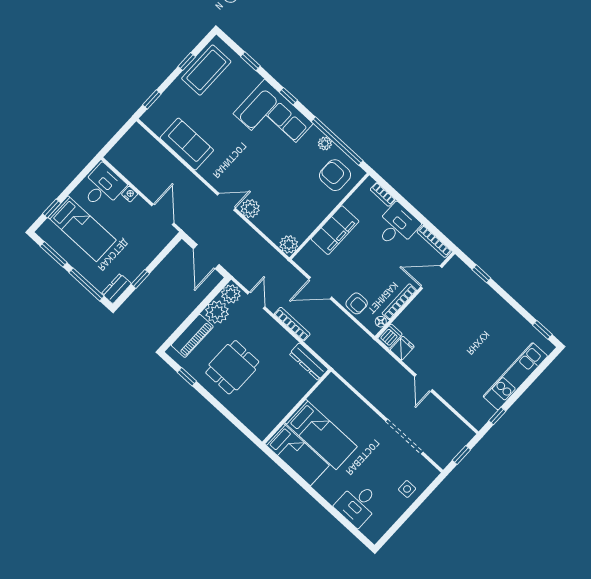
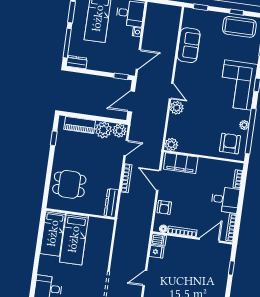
filing cabinet: (335, 230) -> (181, 163), moved
door: (431, 277) -> (209, 240), hinge flipped
window: (140, 279) -> (121, 76), moved
dining table: (232, 367) -> (69, 184), moved

